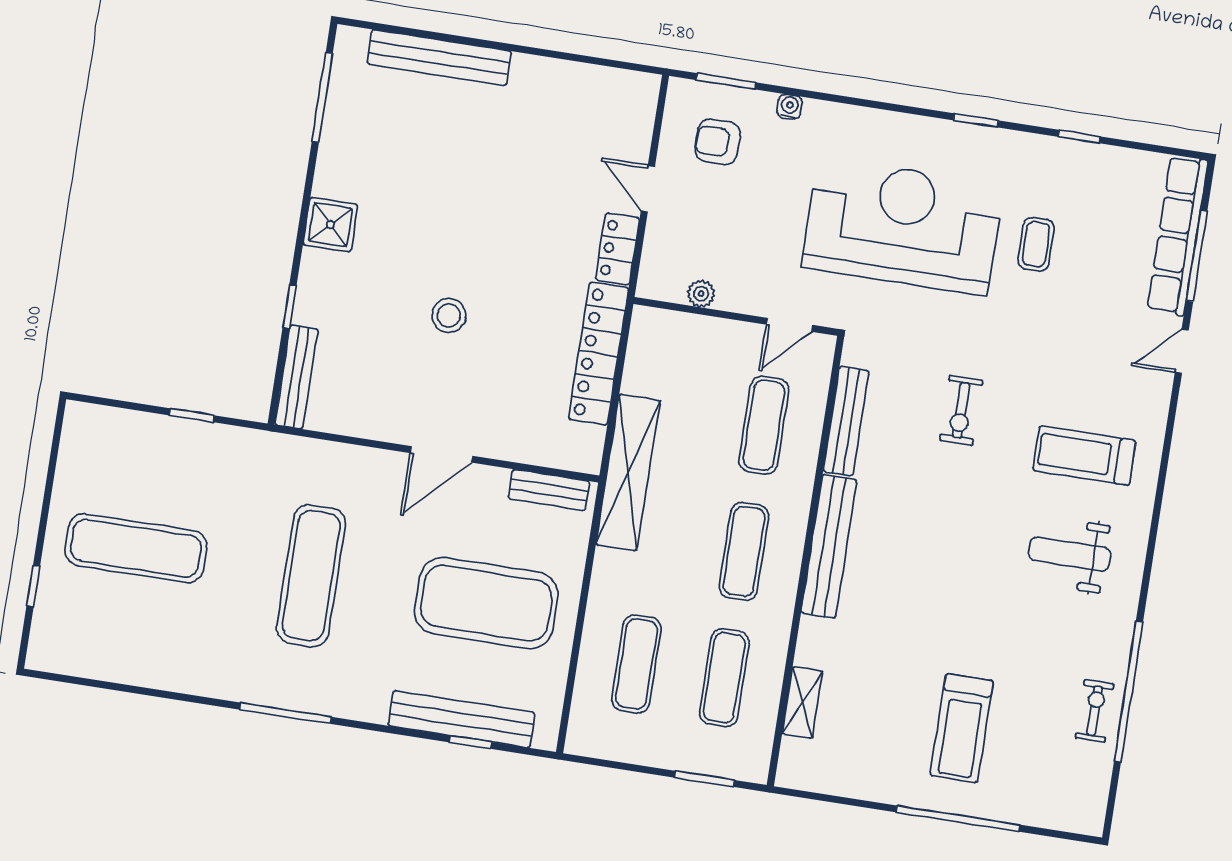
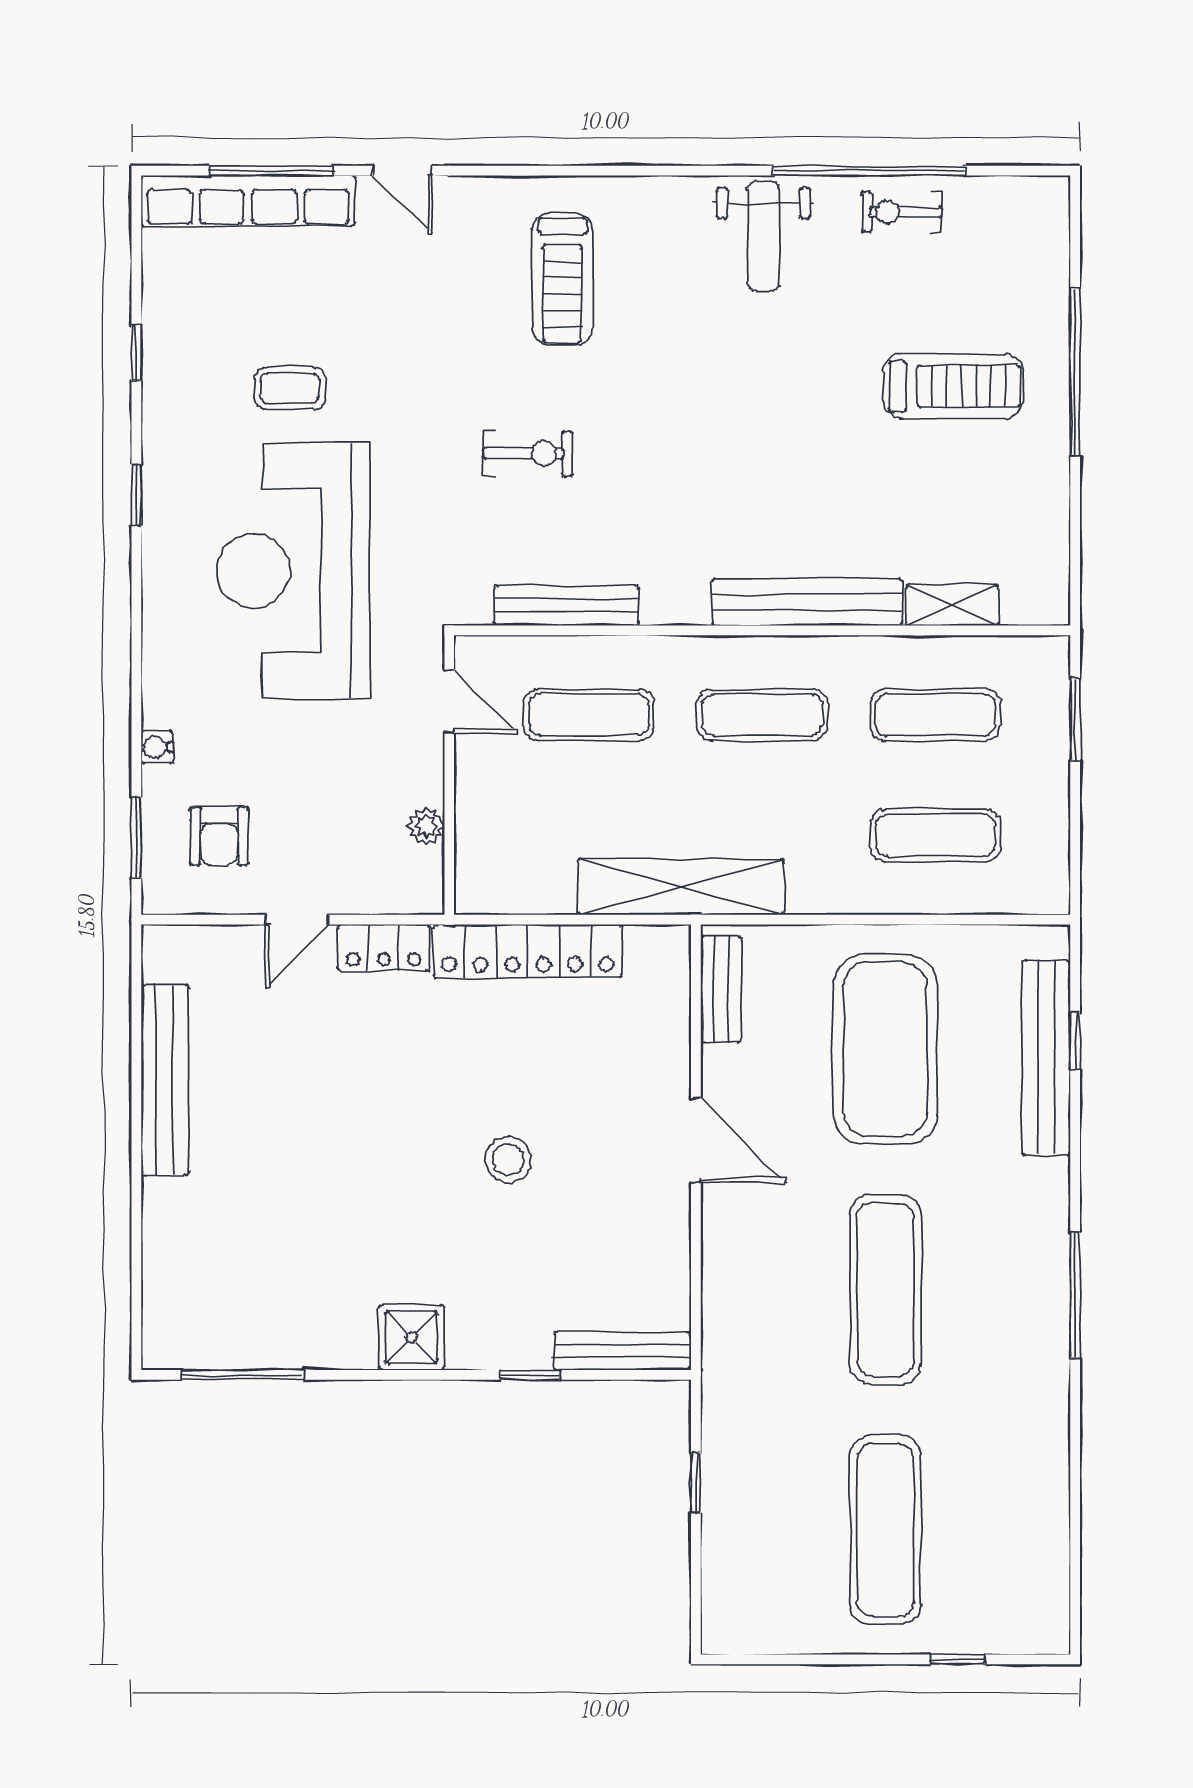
bench: (439, 58) -> (165, 1080), moved
bench: (829, 546) -> (807, 602), moved
weight bench: (1070, 554) -> (764, 236), moved
exercise mat: (311, 576) -> (885, 1290), turned 90

